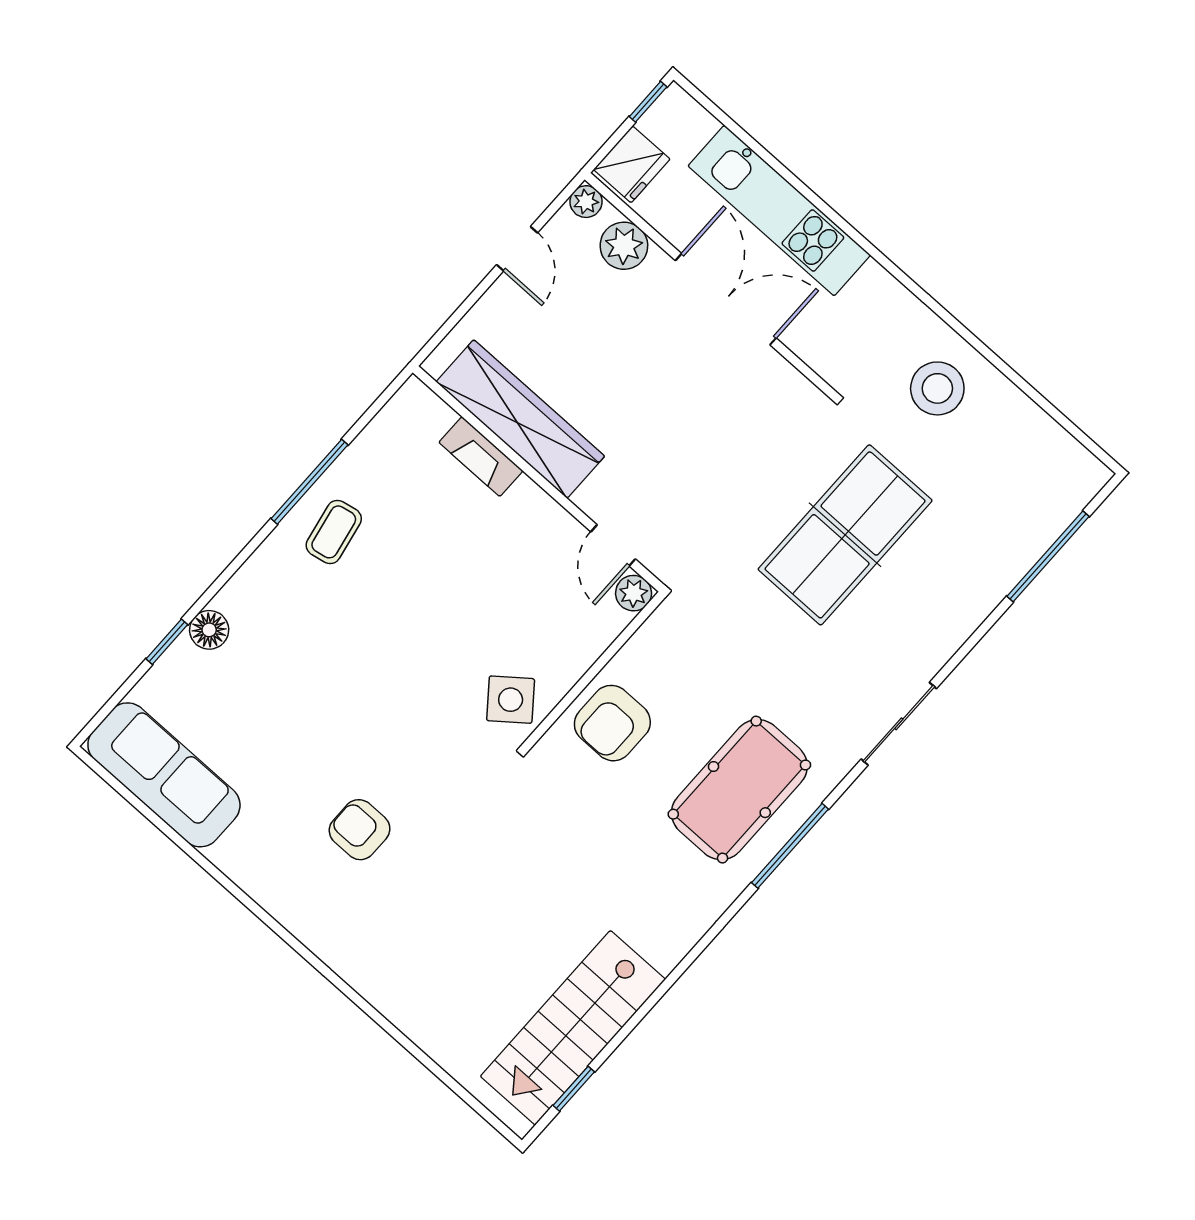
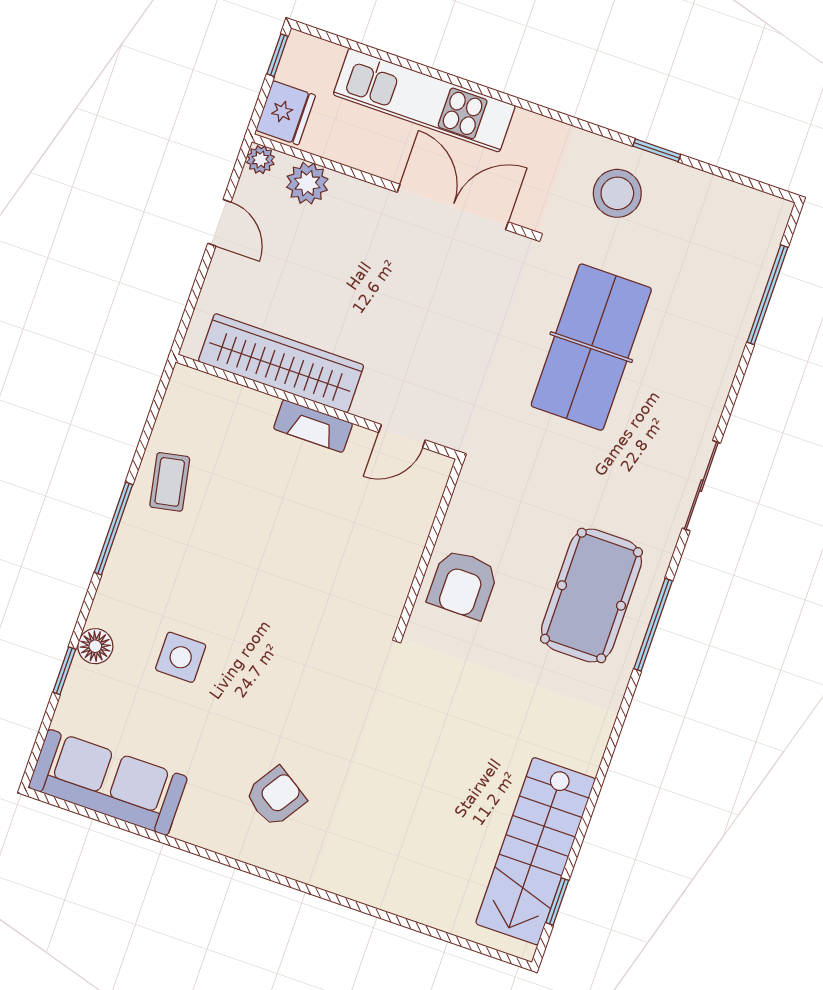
double door: (726, 299) -> (453, 207), moved
window: (996, 361) -> (657, 150), added
fireplace: (481, 457) -> (313, 426), moved
window: (309, 482) -> (114, 528), moved
coffee table: (334, 532) -> (170, 482), moved
door: (613, 545) -> (402, 436), hinge flipped
plant: (634, 593) -> (435, 469), removed
side table: (511, 700) -> (181, 657), moved, turned 38
armchair: (360, 830) -> (275, 797), moved, turned 123

